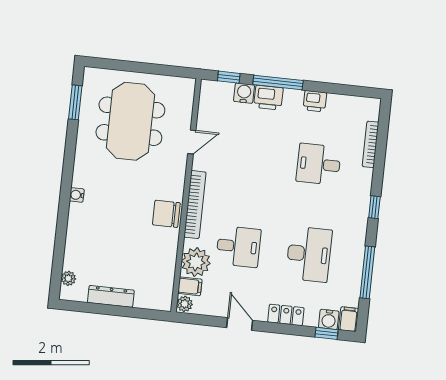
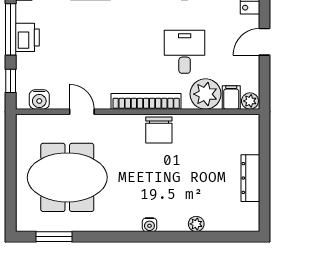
water cooler: (244, 93) -> (39, 99), moved, turned -90
plant: (68, 278) -> (196, 224), moved

